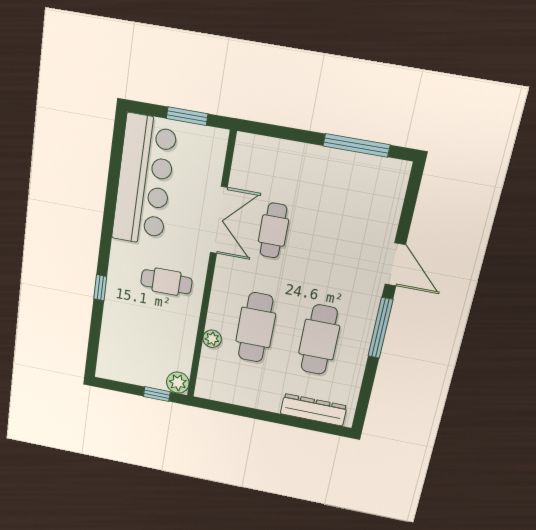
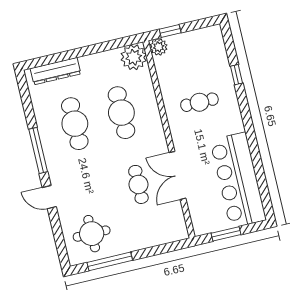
round table: (363, 193) -> (92, 234), added
door: (395, 264) -> (49, 197), width x0.73
cafe table: (166, 282) -> (199, 102), moved
window: (100, 288) -> (236, 75), moved
plant: (212, 339) -> (134, 57), moved, width x1.87, depth x1.87

